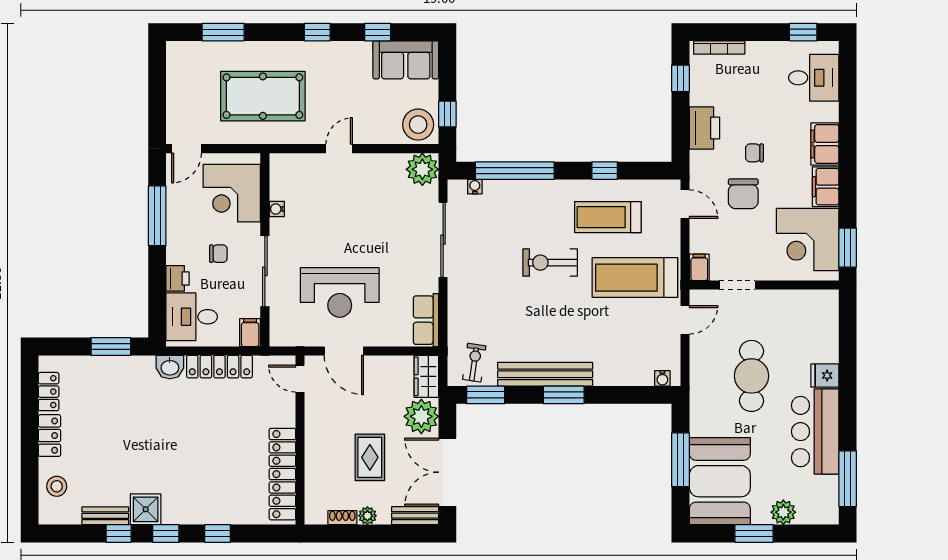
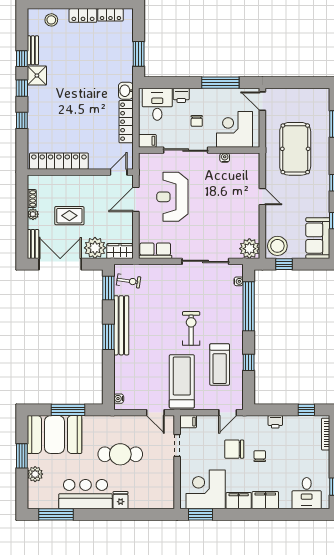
printer: (704, 128) -> (275, 422), width x0.53, depth x0.68
treadmill: (608, 217) -> (220, 365), turned 180

